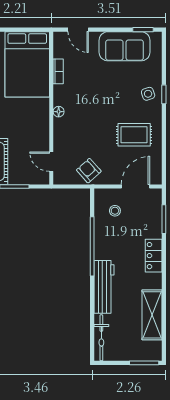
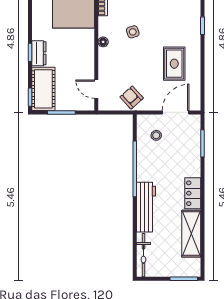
side table: (148, 94) -> (133, 32), moved
rug: (134, 135) -> (174, 64), turned 90
locker: (154, 256) -> (193, 193), moved

